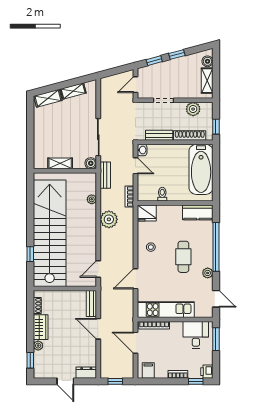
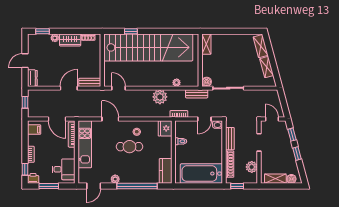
shelving: (60, 163) -> (206, 44), moved
cafe table: (183, 257) -> (129, 147), moved
window: (216, 339) -> (49, 186), moved
door: (135, 343) -> (57, 119), swing flipped

